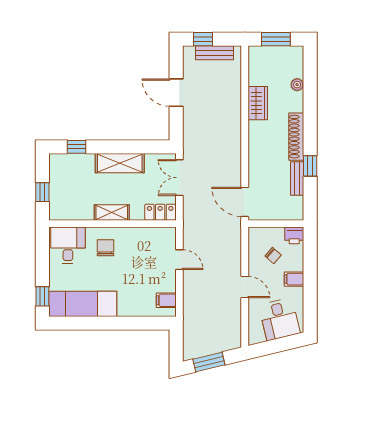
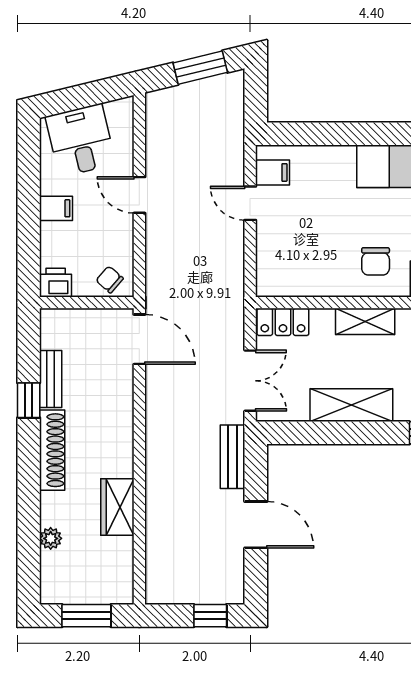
bench: (215, 53) -> (232, 457), moved, turned 90
chair: (273, 255) -> (110, 279), moved
door: (179, 260) -> (250, 203), moved

